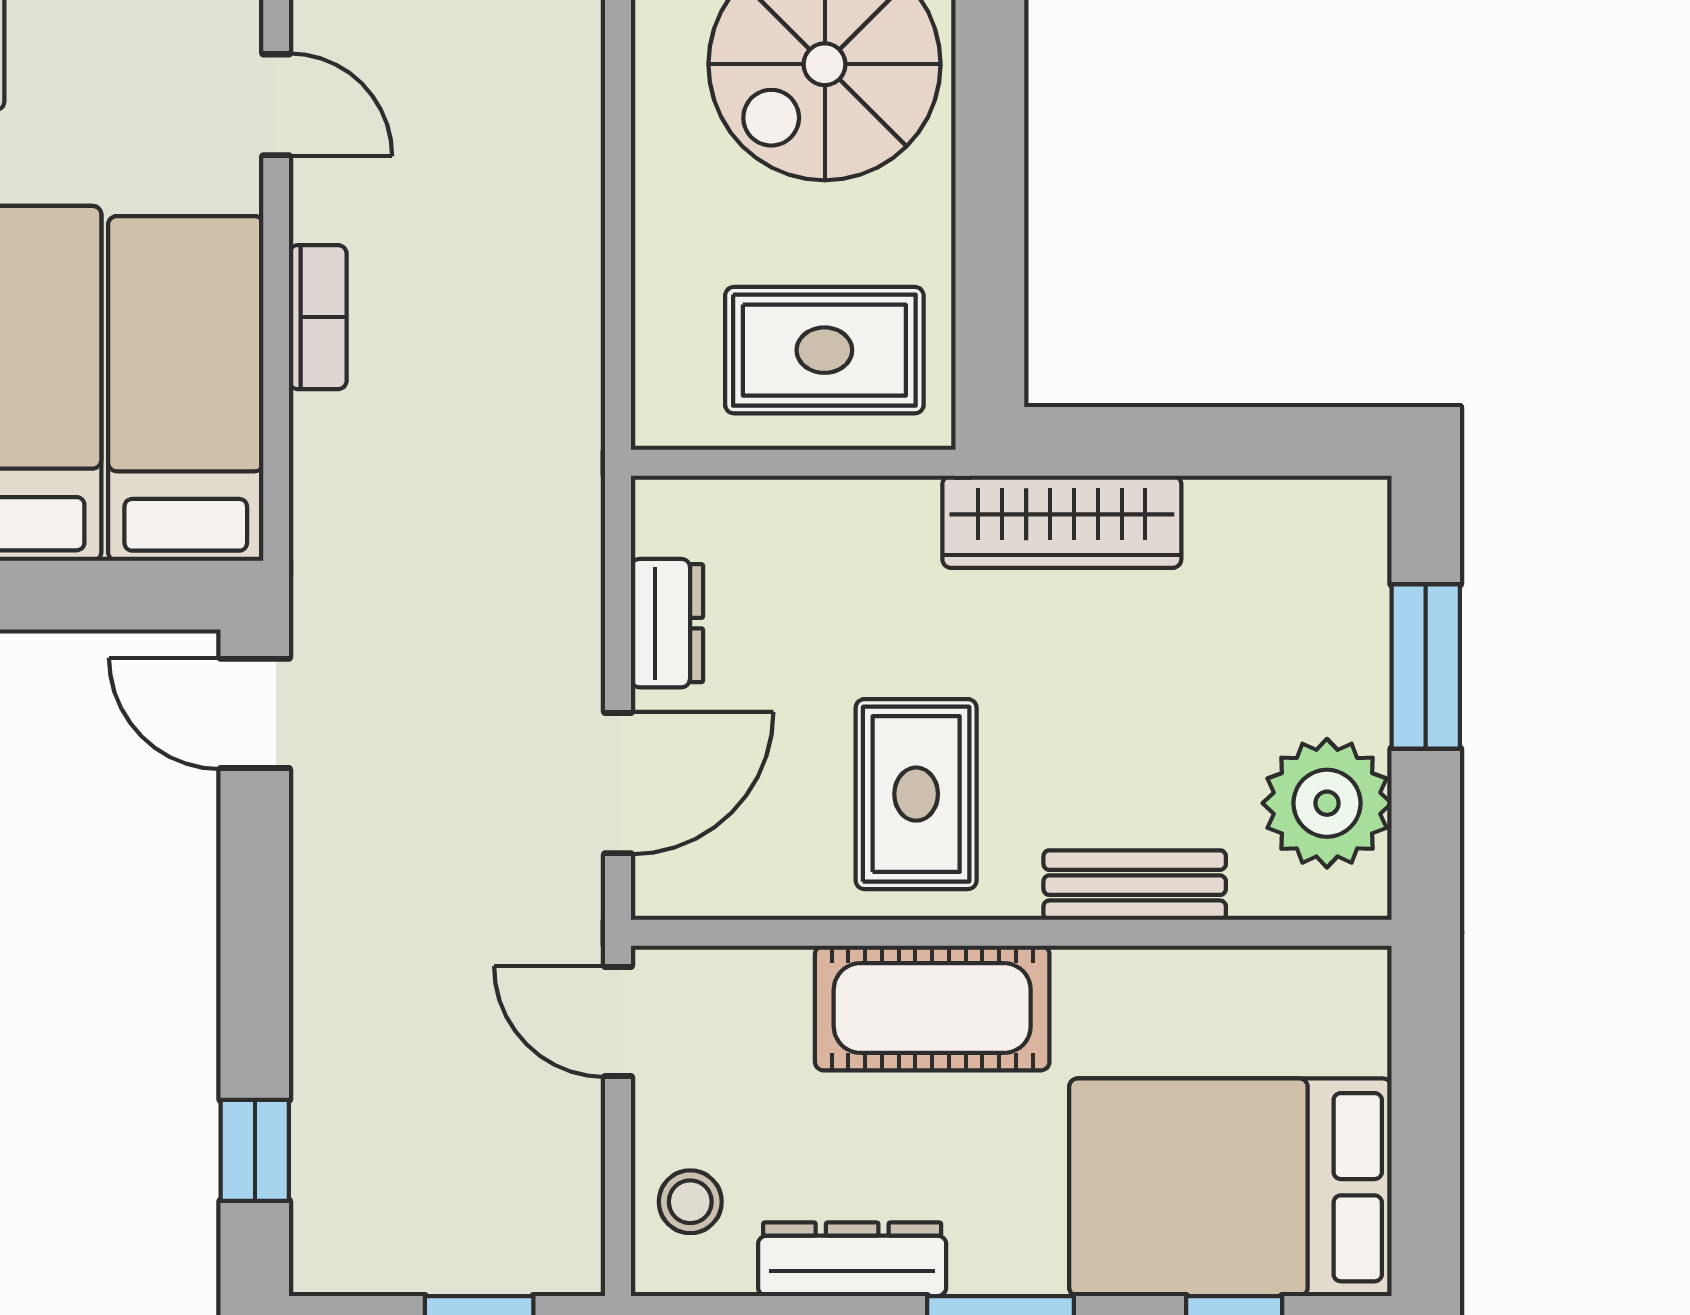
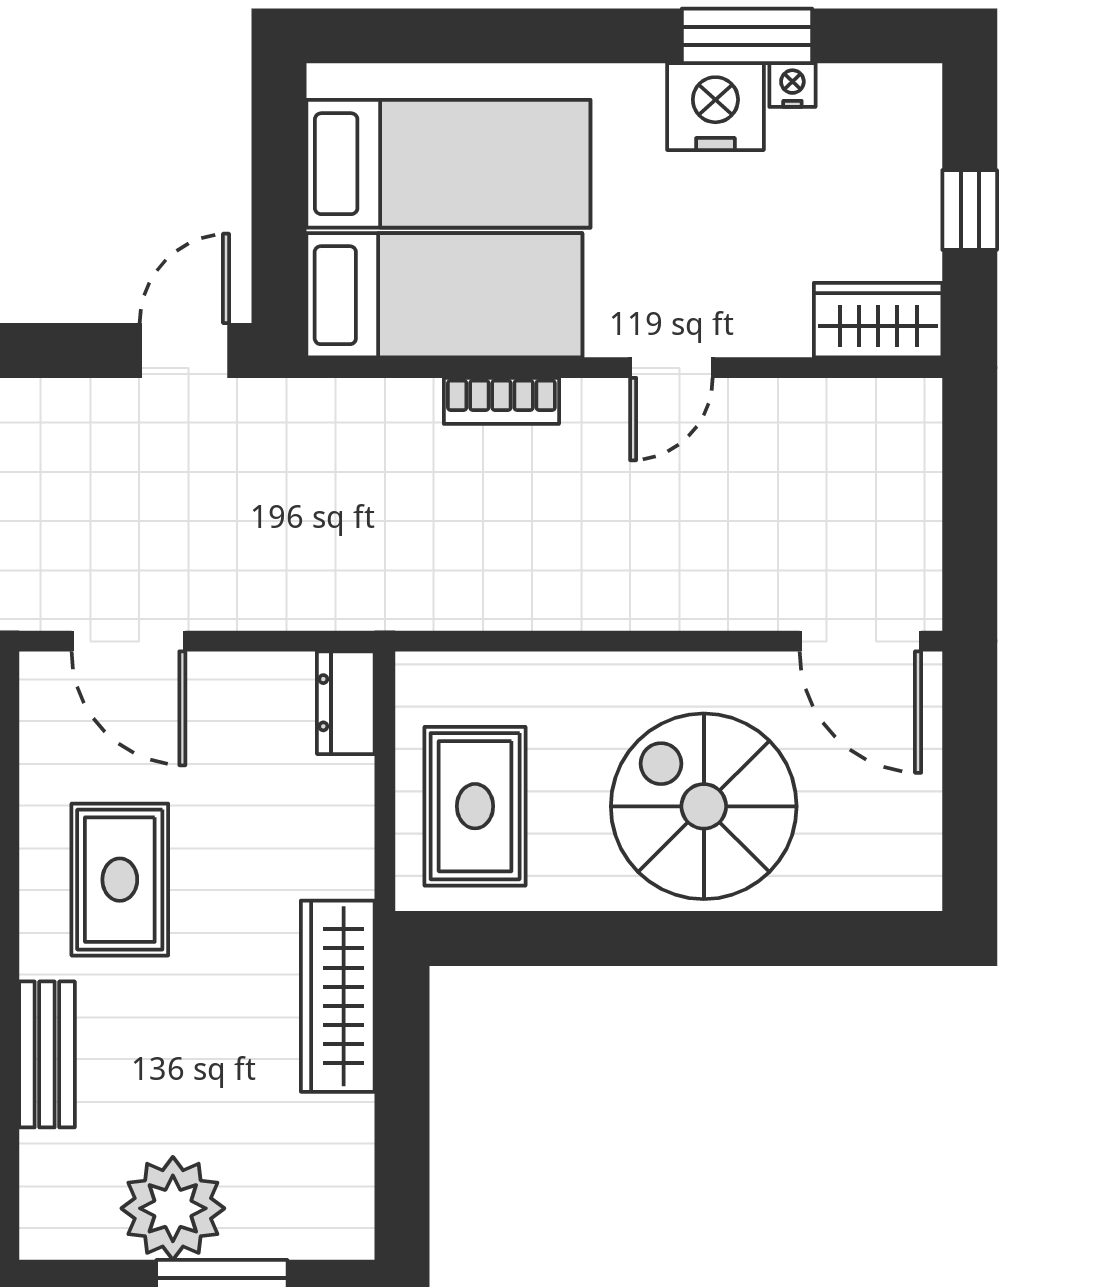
dresser: (667, 623) -> (346, 703), moved, turned 90
rug: (916, 794) -> (120, 880), turned 90
plant: (1327, 803) -> (173, 1208), moved

